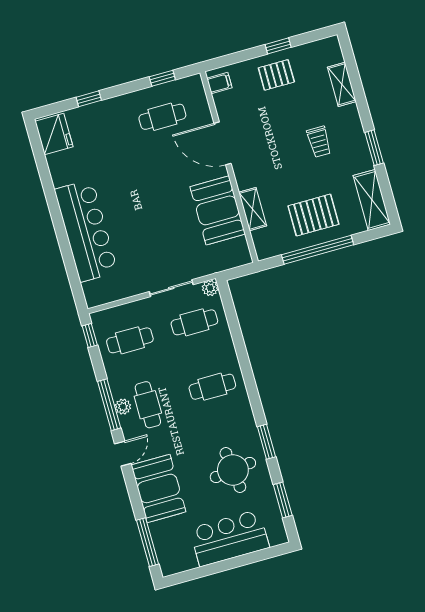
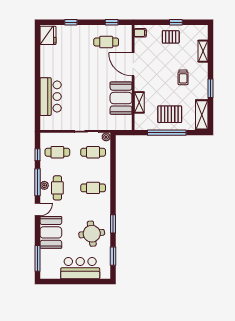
bar counter: (86, 231) -> (51, 97), width x0.73
window: (90, 335) -> (37, 155), moved

